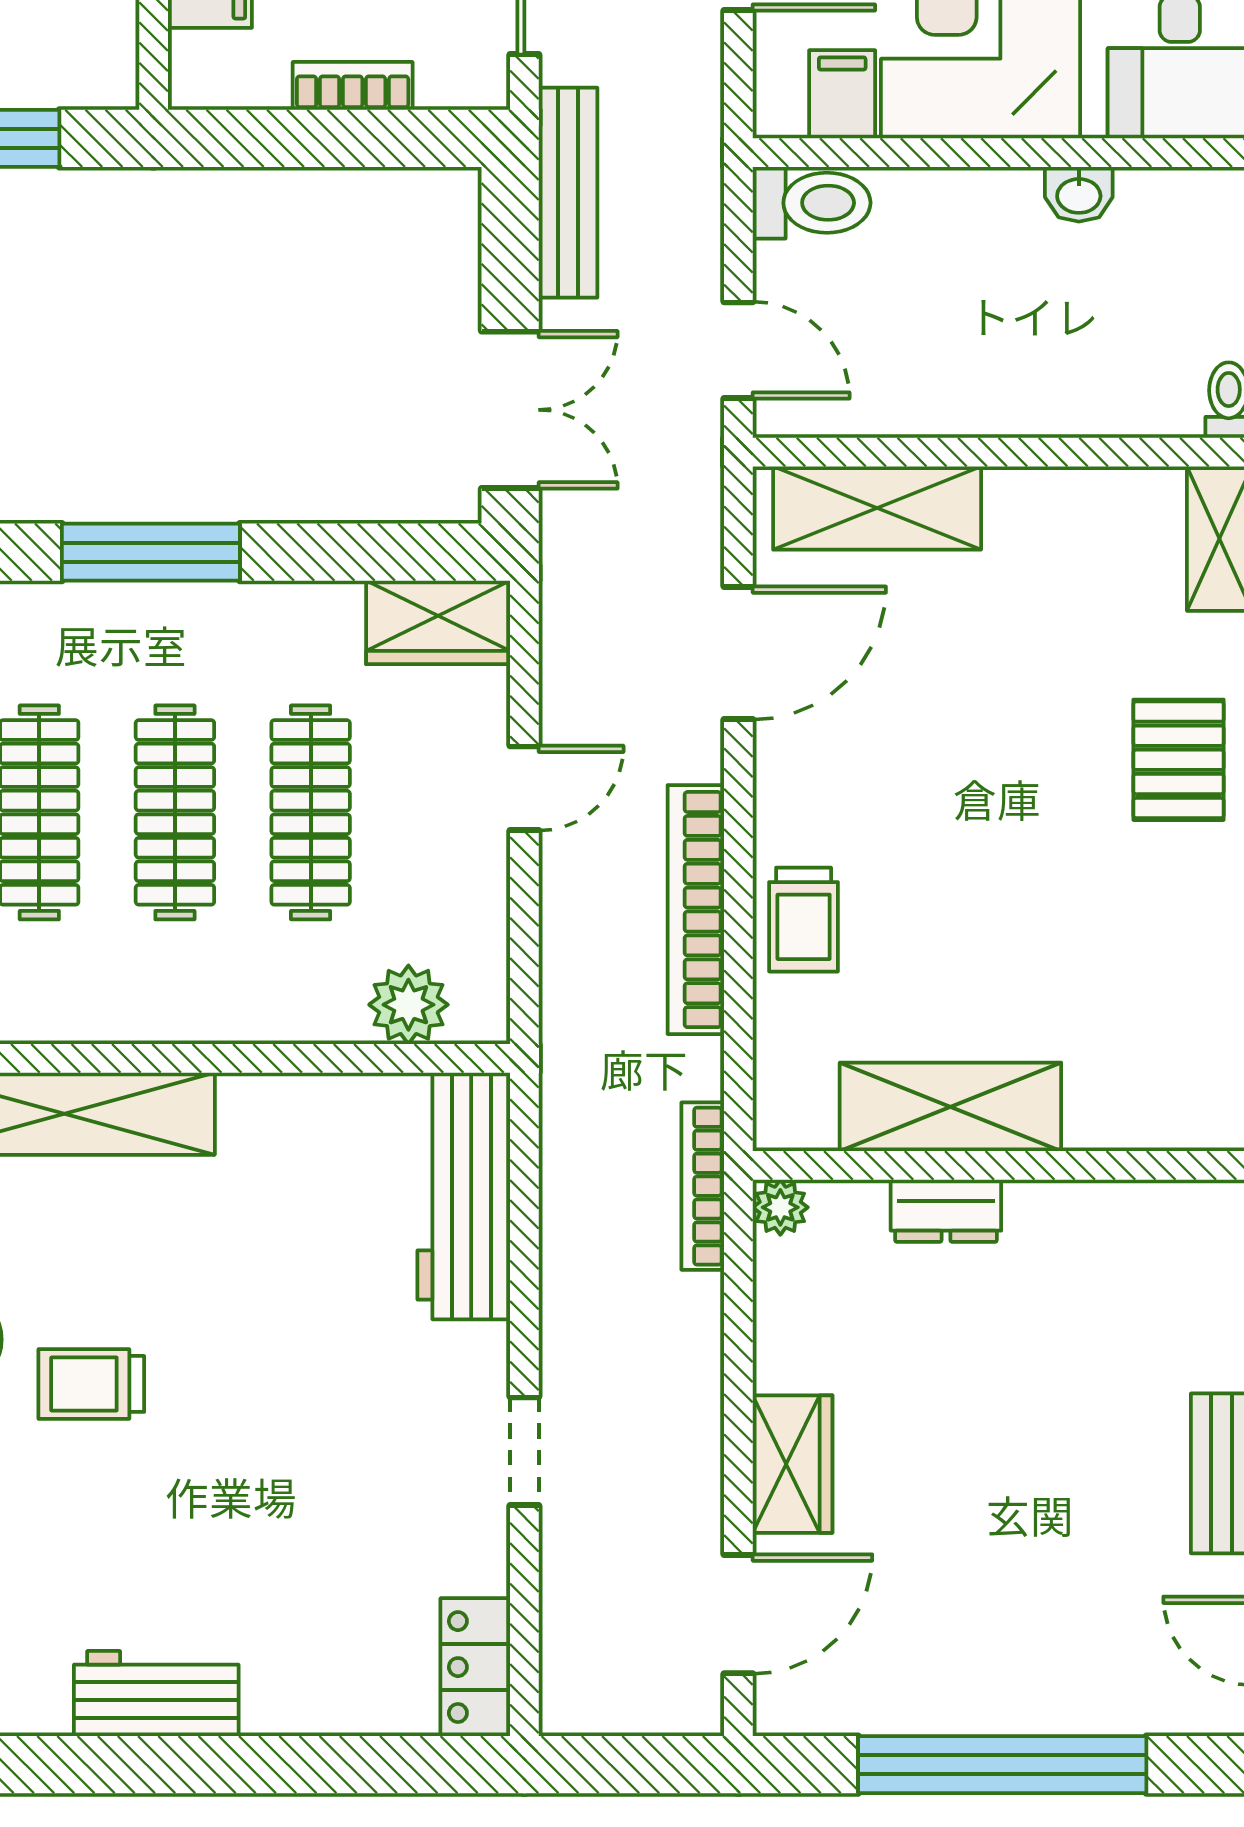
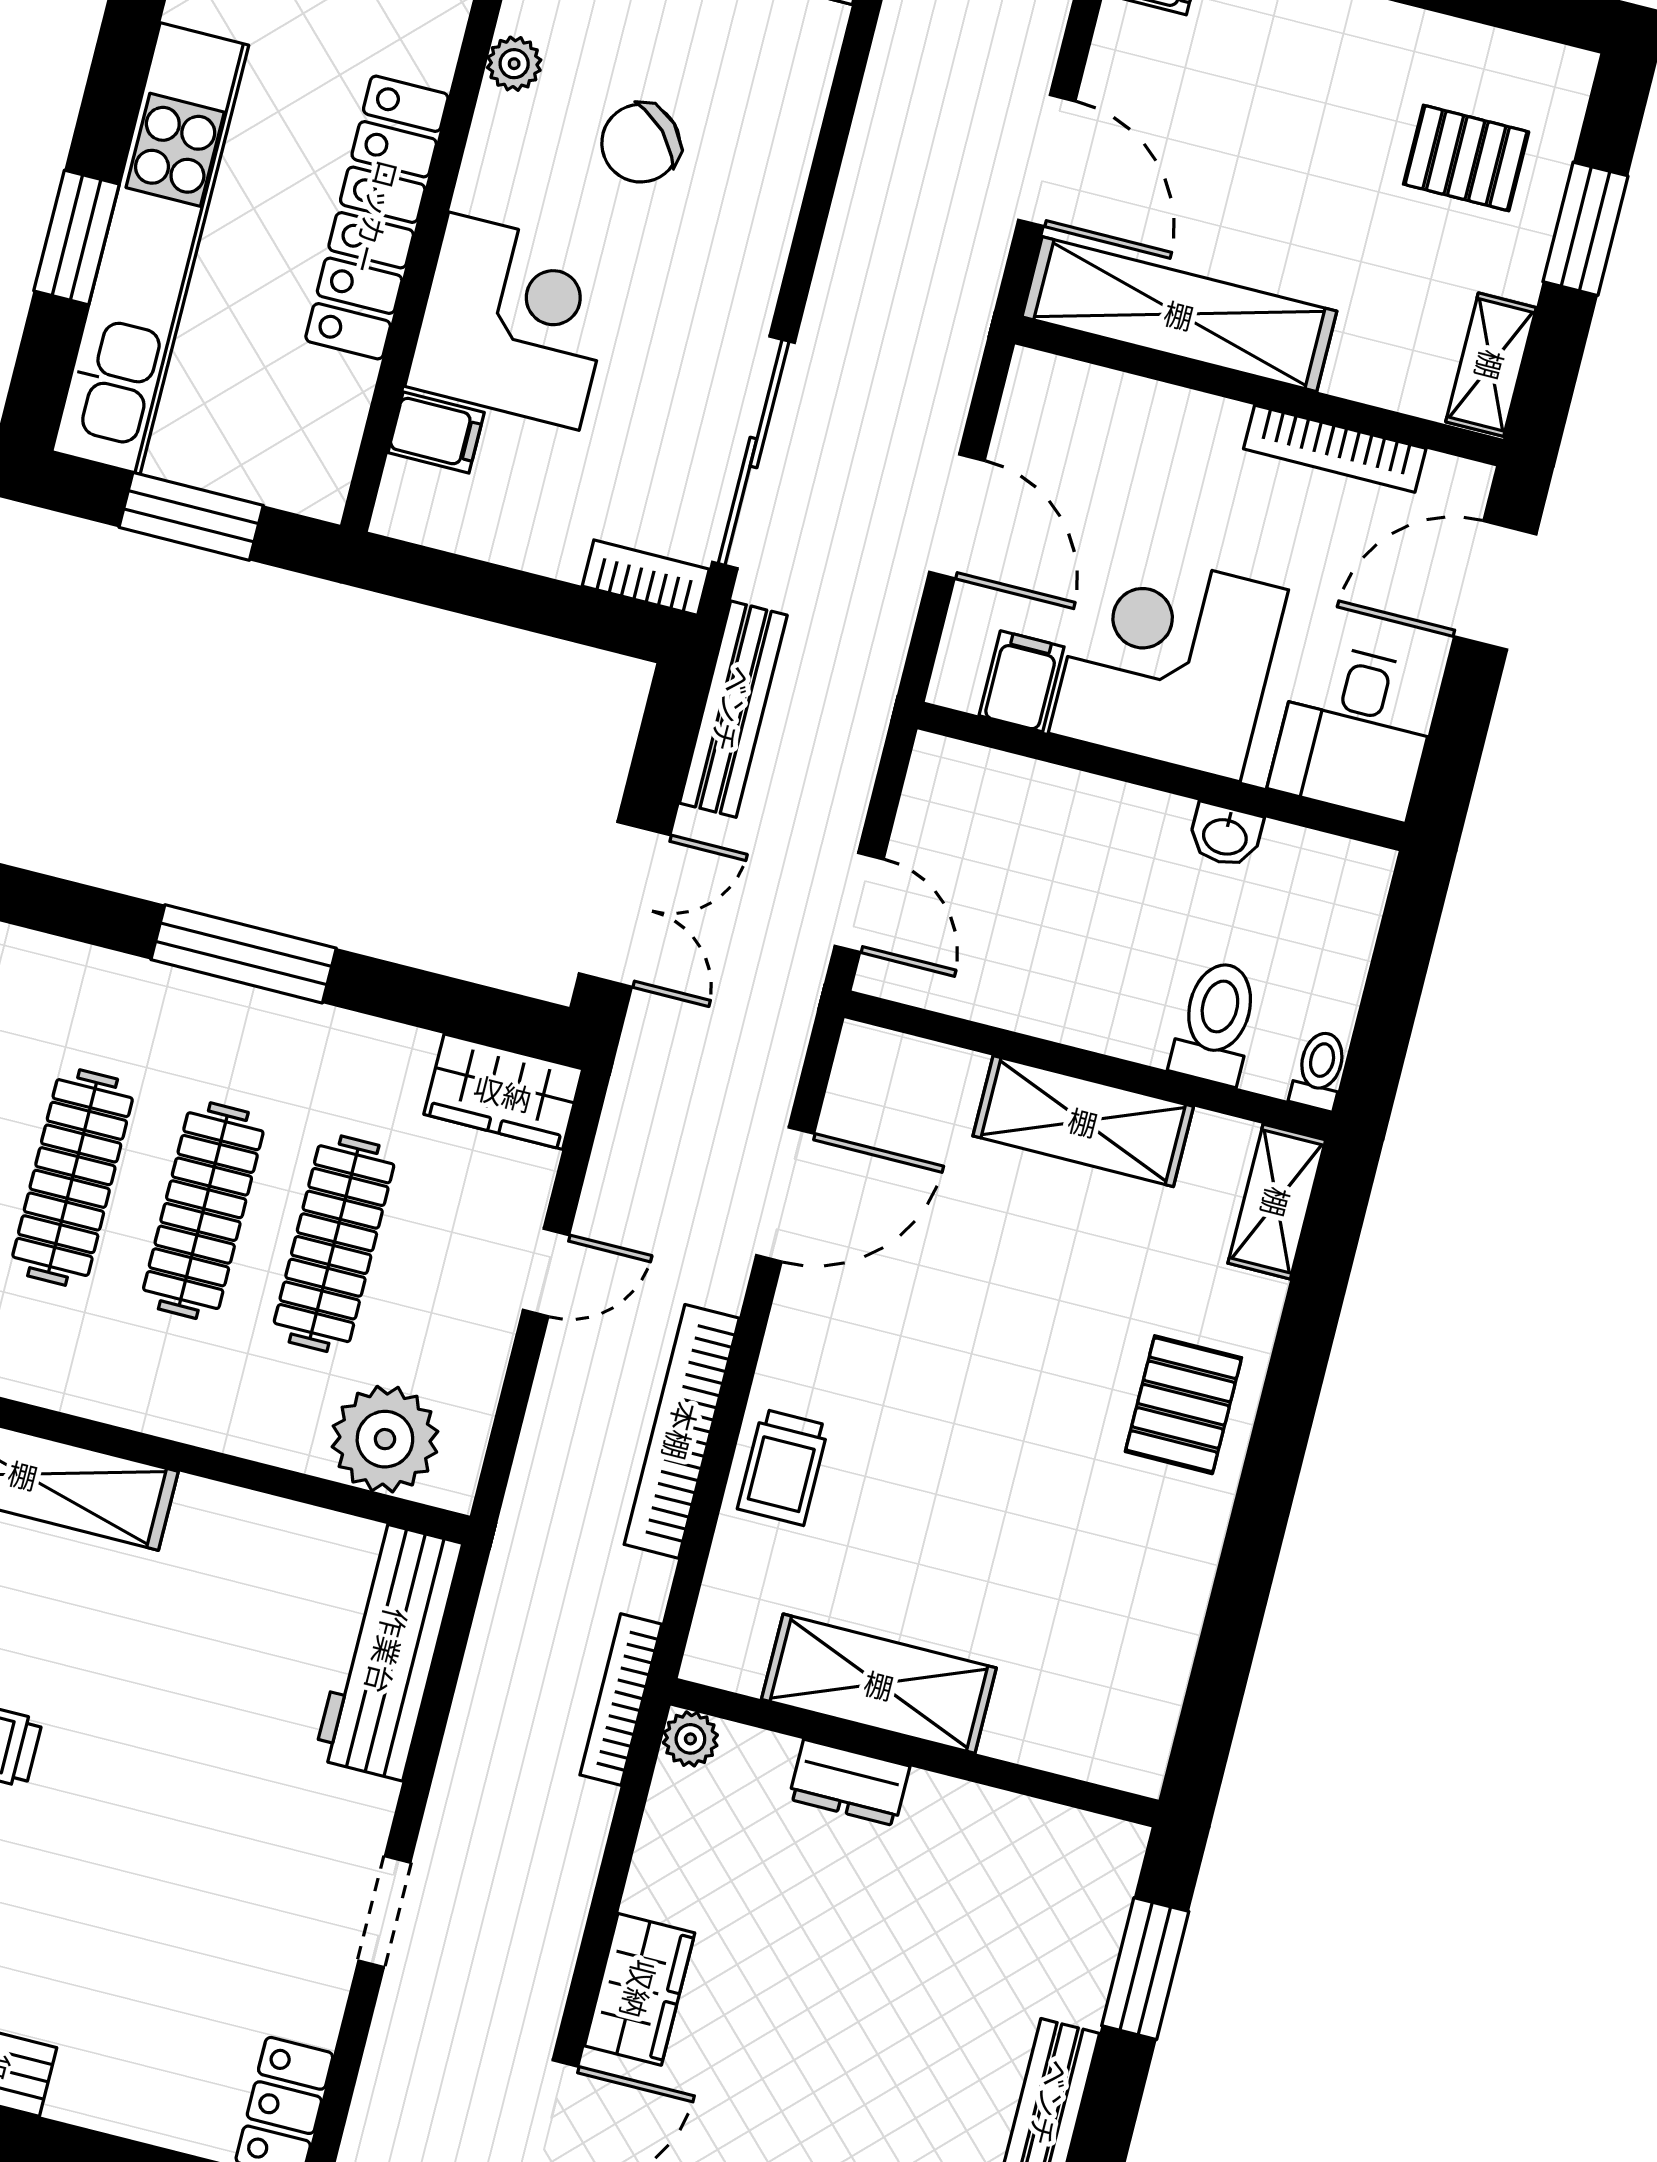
bookcase: (353, 86) -> (646, 578), moved
toilet: (812, 203) -> (1216, 1022), moved, turned -90
shelving: (877, 508) -> (1083, 1121), moved
plant: (408, 1005) -> (385, 1439), width x1.36, depth x1.36

